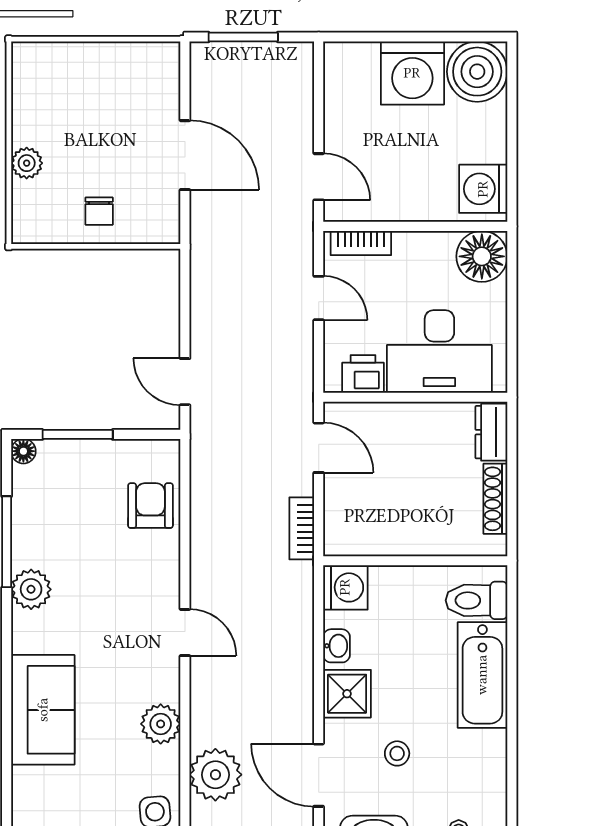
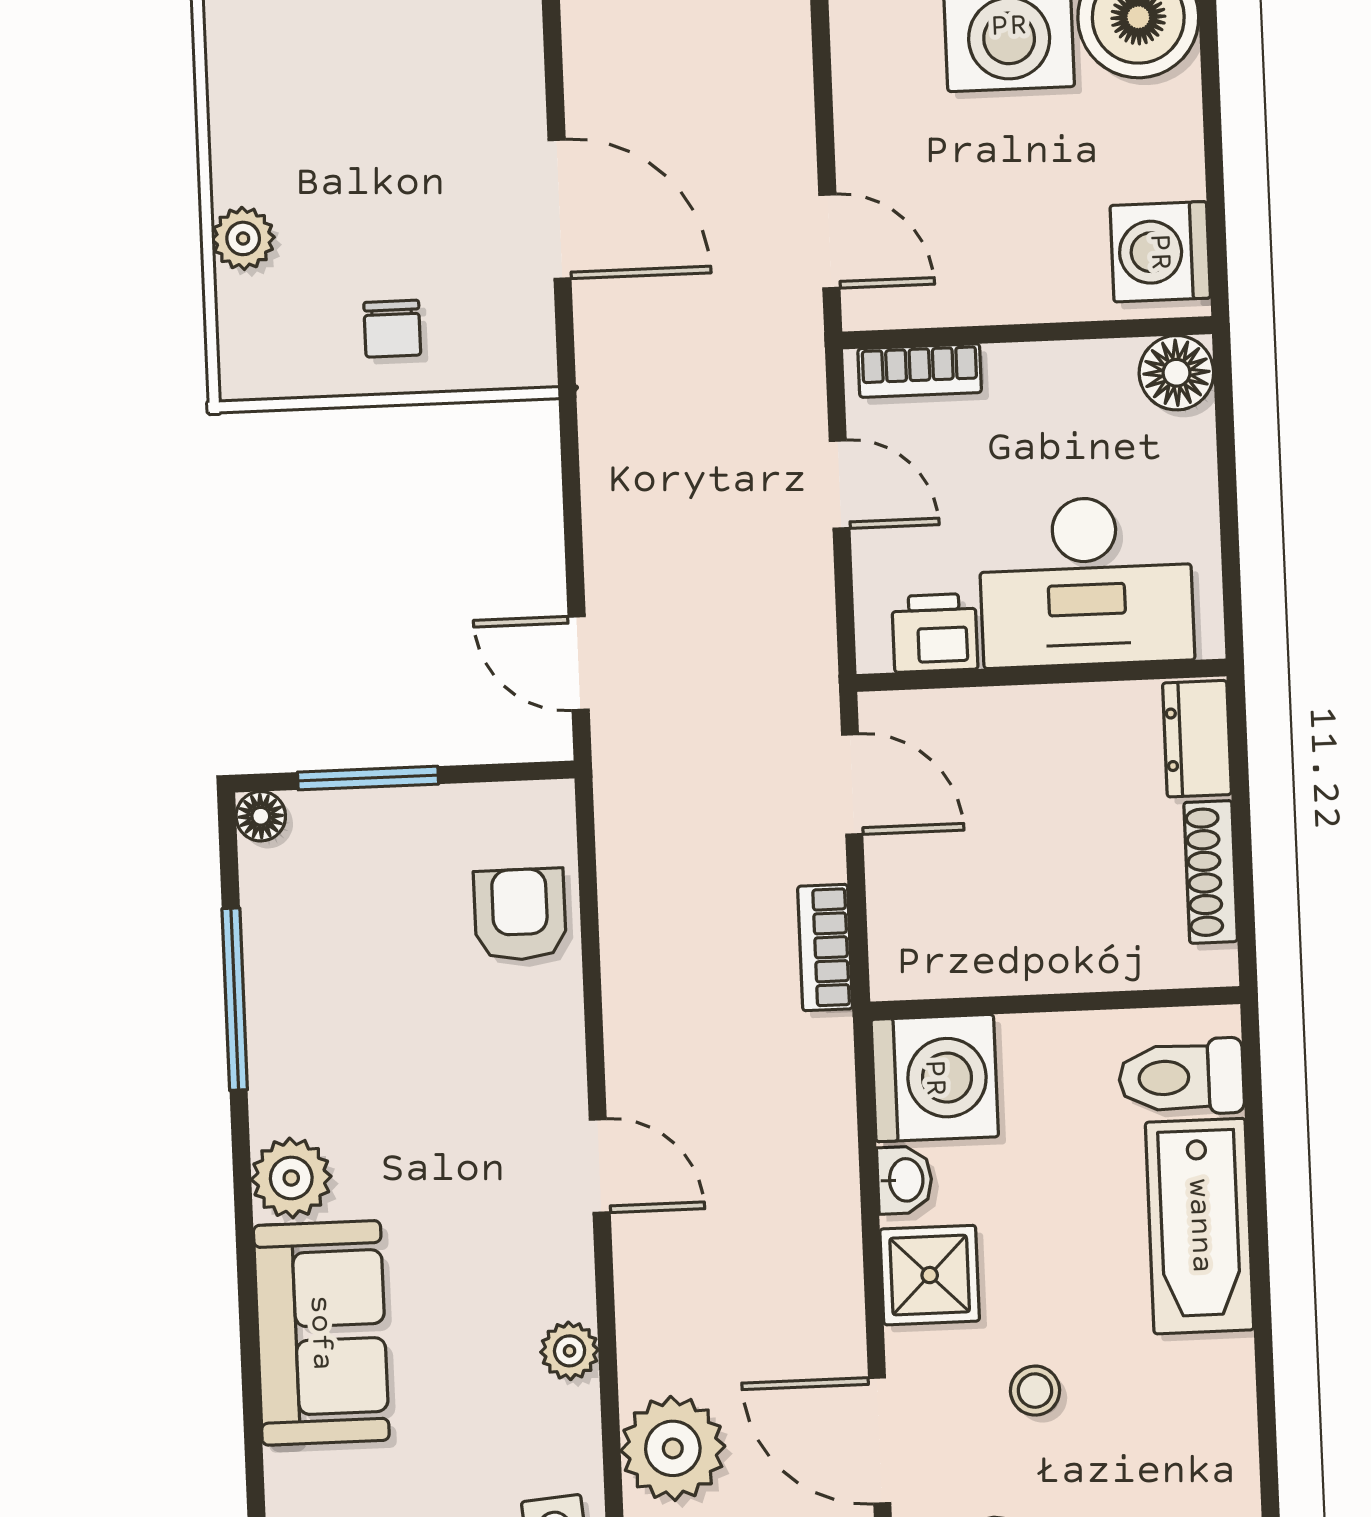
floor lamp: (482, 256) -> (1176, 373), width x0.73, depth x0.73
washing machine: (345, 587) -> (935, 1078), width x1.37, depth x1.37
plant: (31, 589) -> (291, 1178), moved
plant: (161, 724) -> (570, 1351), width x0.73, depth x0.73

